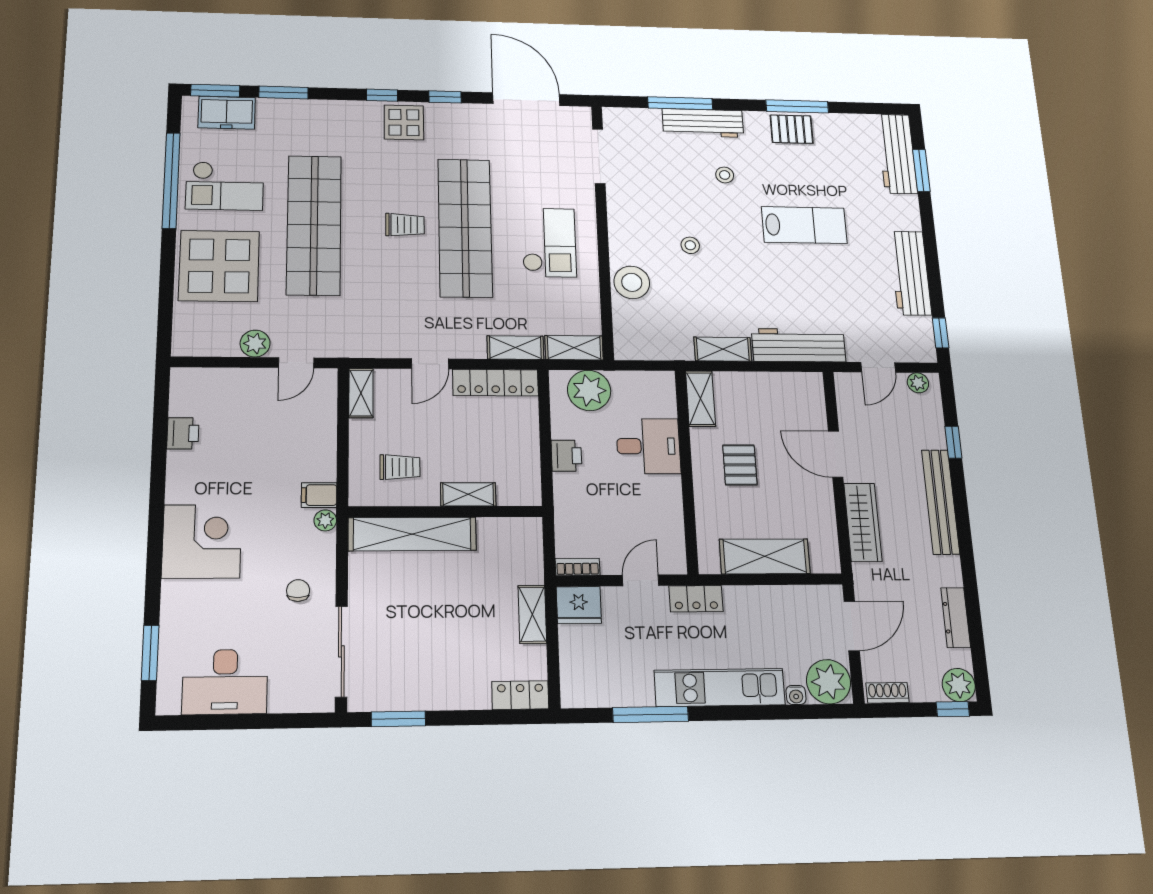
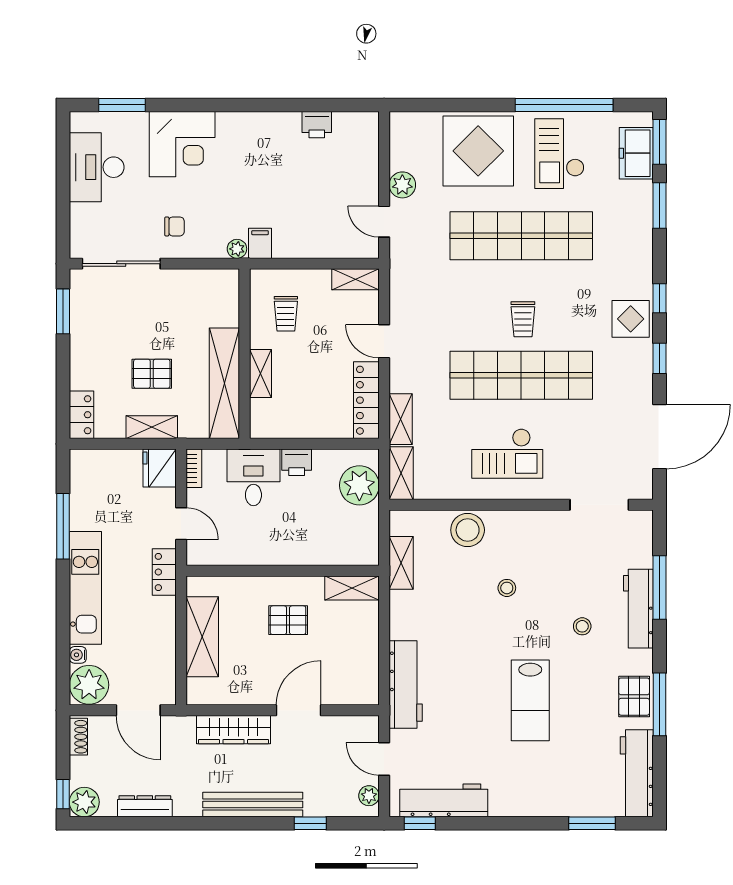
workbench: (897, 154) -> (637, 773), moved, turned -90
workbench: (910, 273) -> (444, 800), moved
shelving: (723, 349) -> (401, 563), moved
desk: (648, 446) -> (253, 477), moved, turned 180
shelving: (412, 534) -> (224, 383), moved
corner desk: (202, 541) -> (182, 144), moved
pallet: (471, 615) -> (152, 374), added

